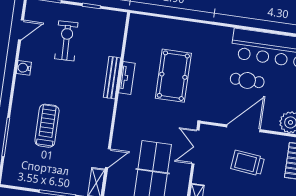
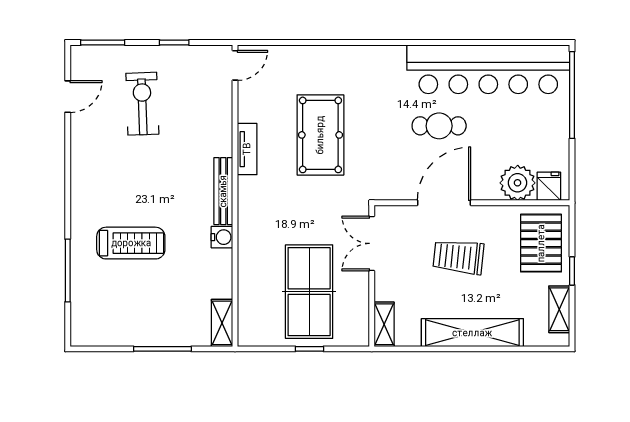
water cooler: (24, 68) -> (222, 237), moved, turned 180
bench: (112, 78) -> (223, 191), moved
treadmill: (47, 126) -> (131, 243), turned 90
door: (108, 158) -> (235, 65), moved

